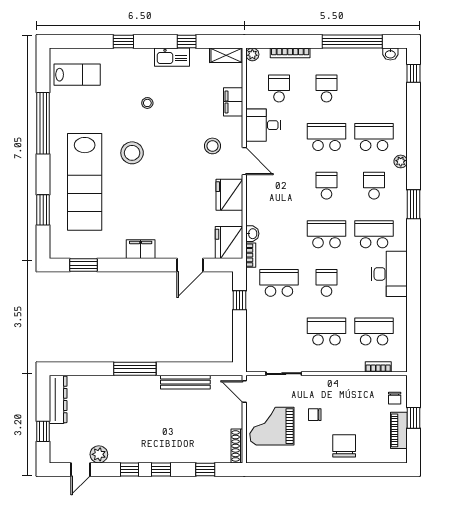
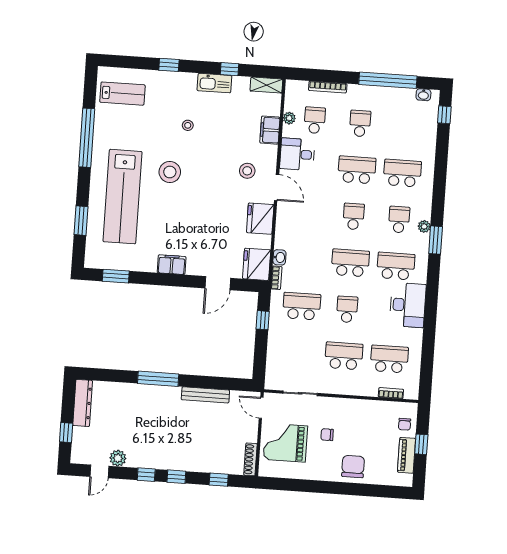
plant: (252, 54) -> (289, 118), moved
plant: (401, 161) -> (424, 226), moved

